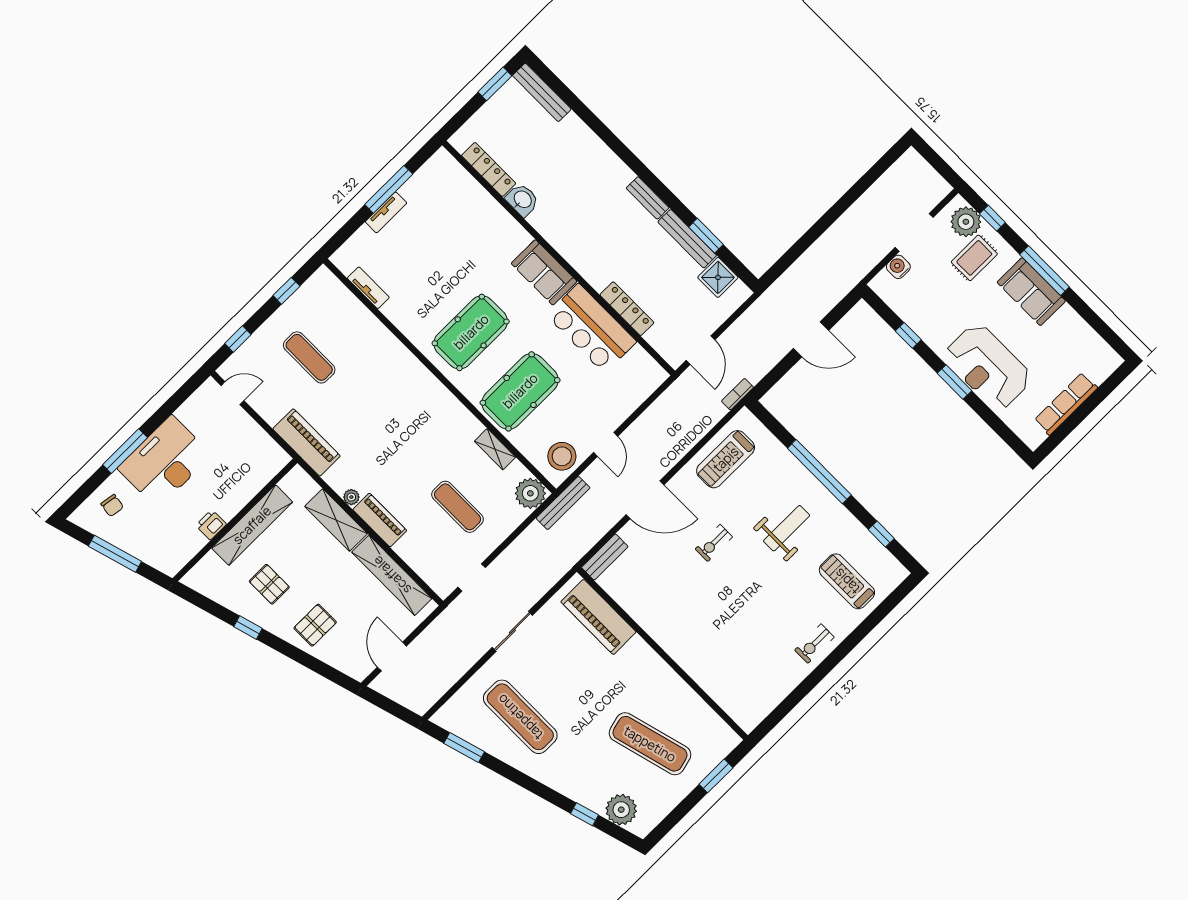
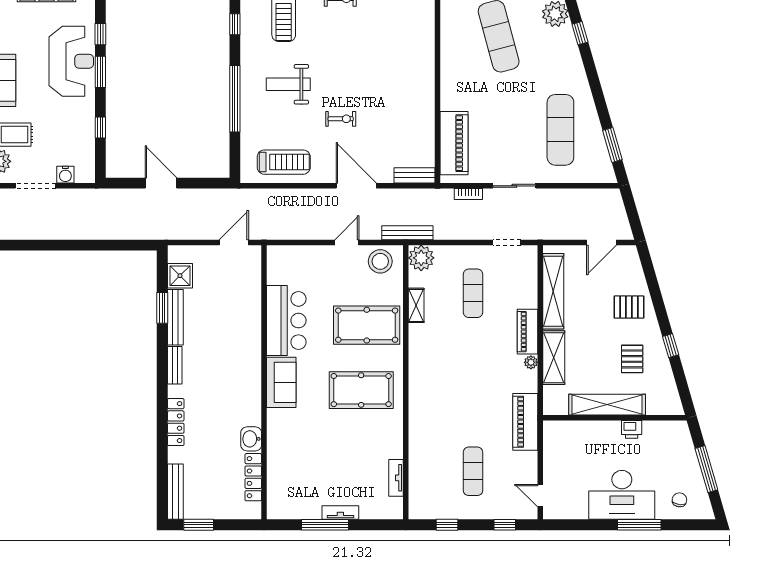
locker: (627, 309) -> (176, 422), moved, turned 180
bookcase: (737, 394) -> (468, 194), moved
window: (986, 414) -> (100, 34), added

